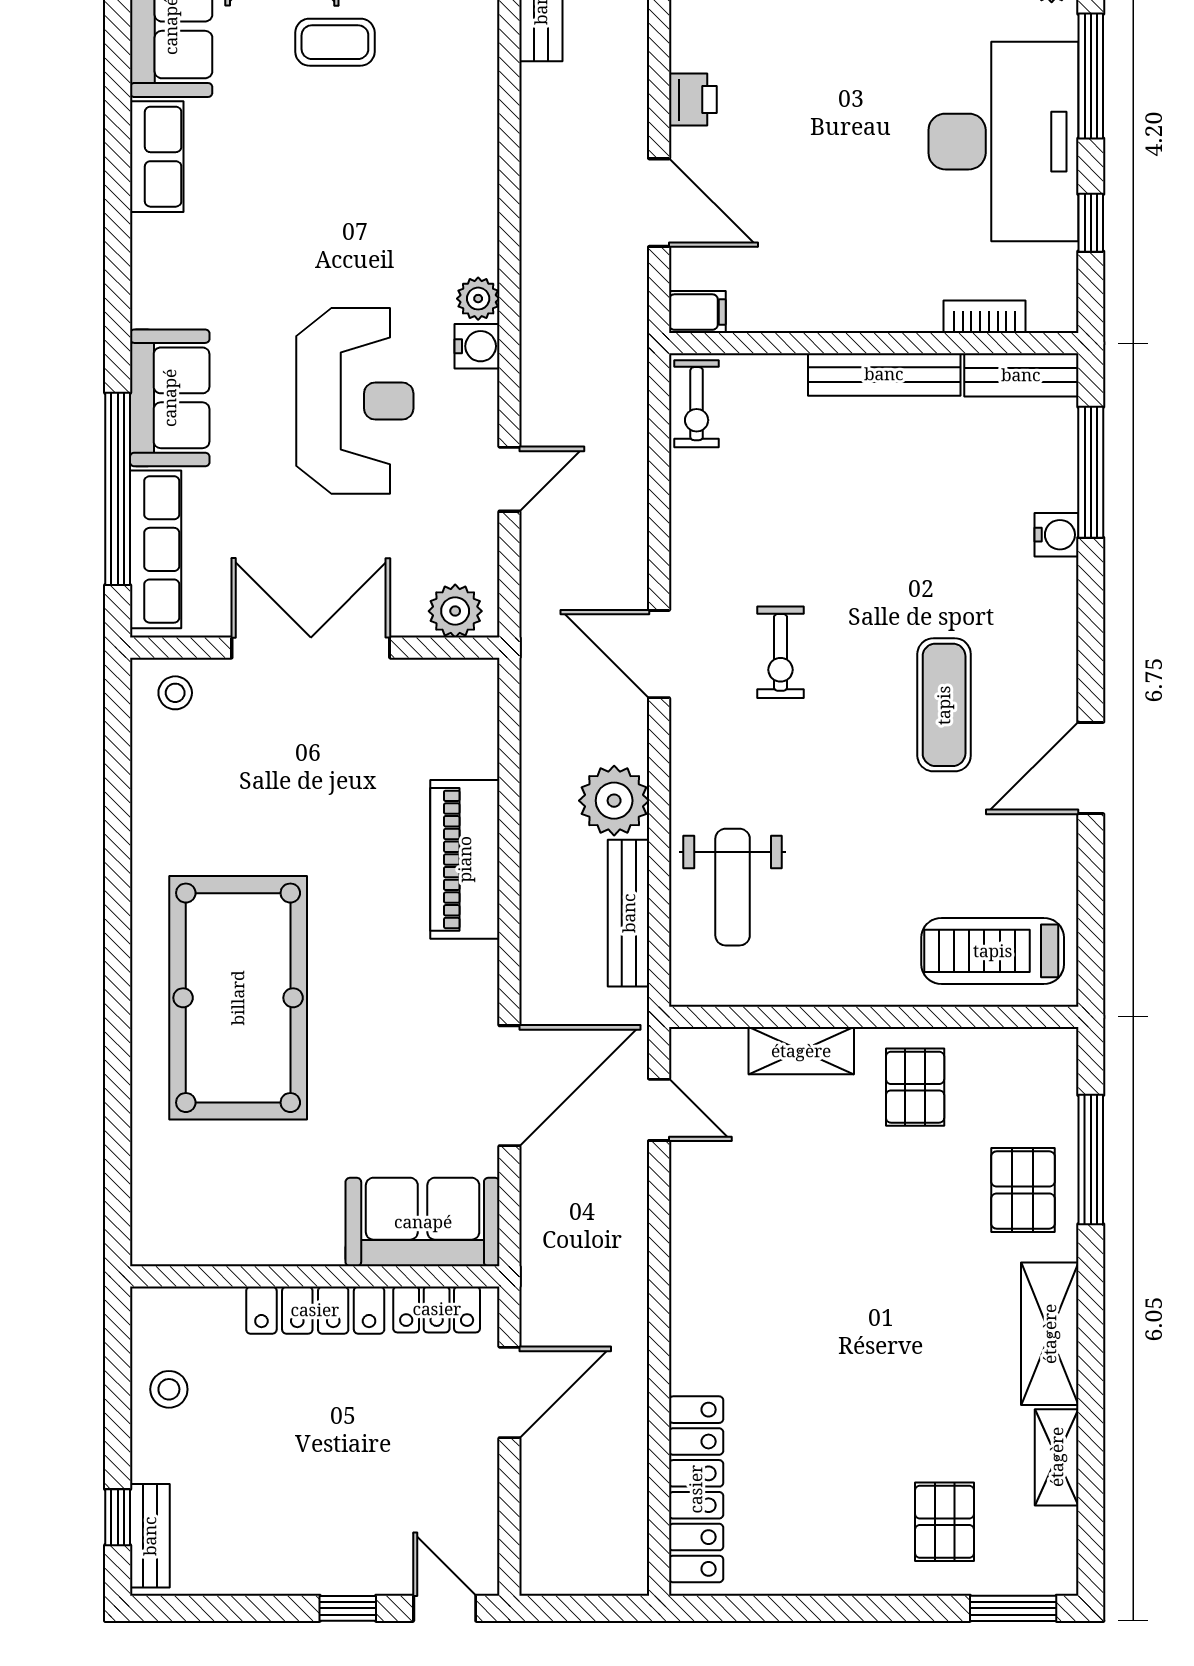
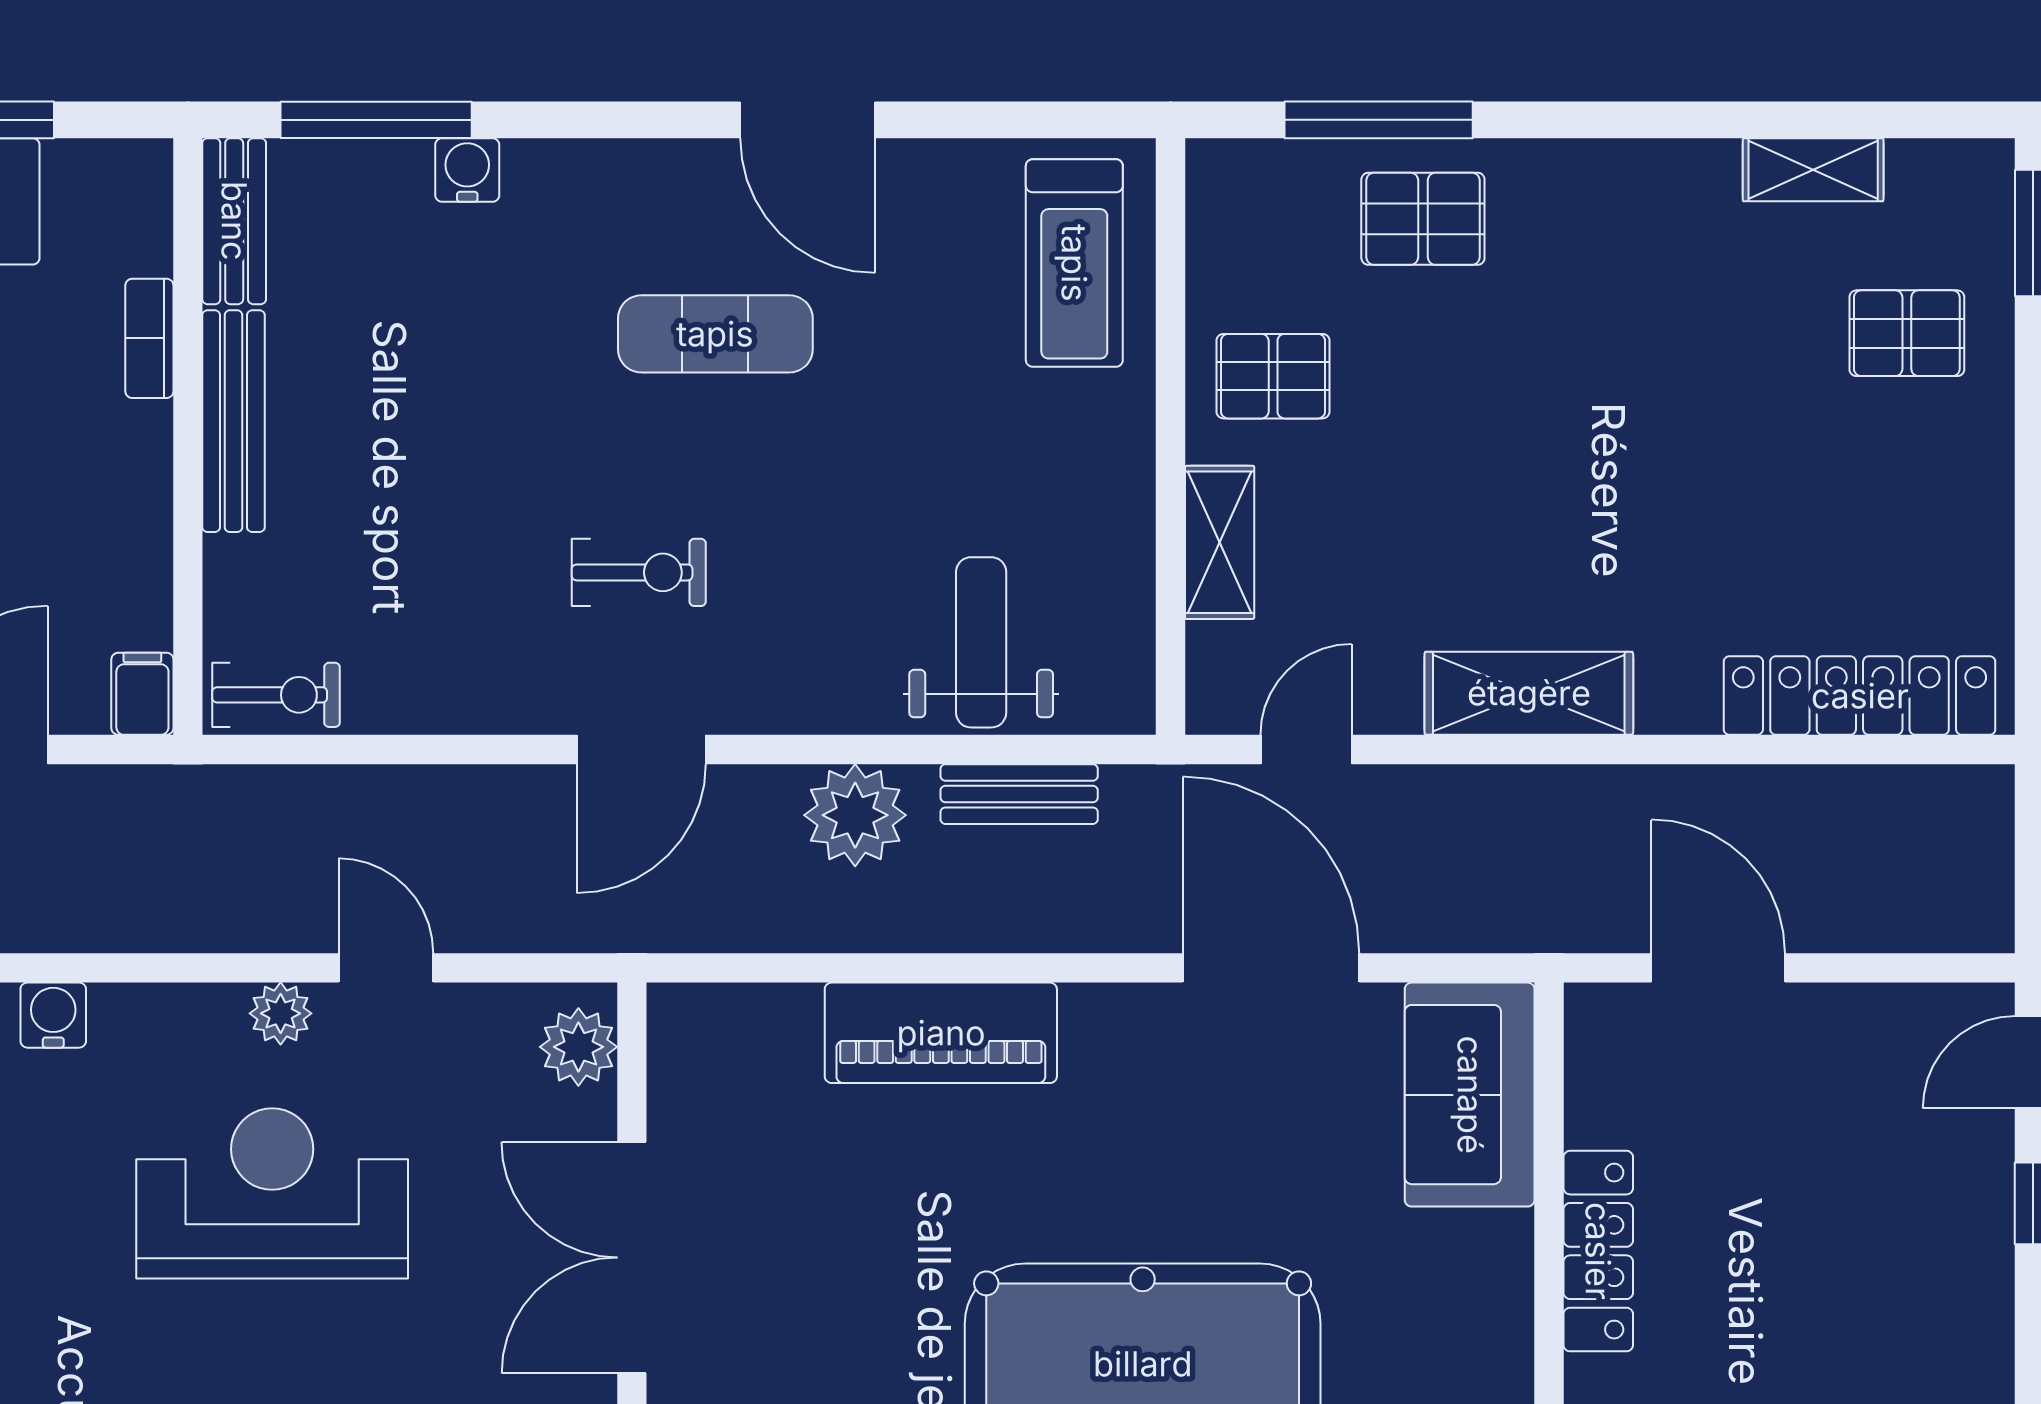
plant: (478, 299) -> (281, 1013), moved
bookcase: (985, 317) -> (149, 338), moved
water cooler: (477, 346) -> (53, 1015), moved
weight bench: (733, 887) -> (981, 642), turned -90
bench: (629, 913) -> (1019, 794), width x0.73
locker: (437, 1309) -> (1597, 1074), removed
shelving: (1050, 1334) -> (1529, 693), moved

